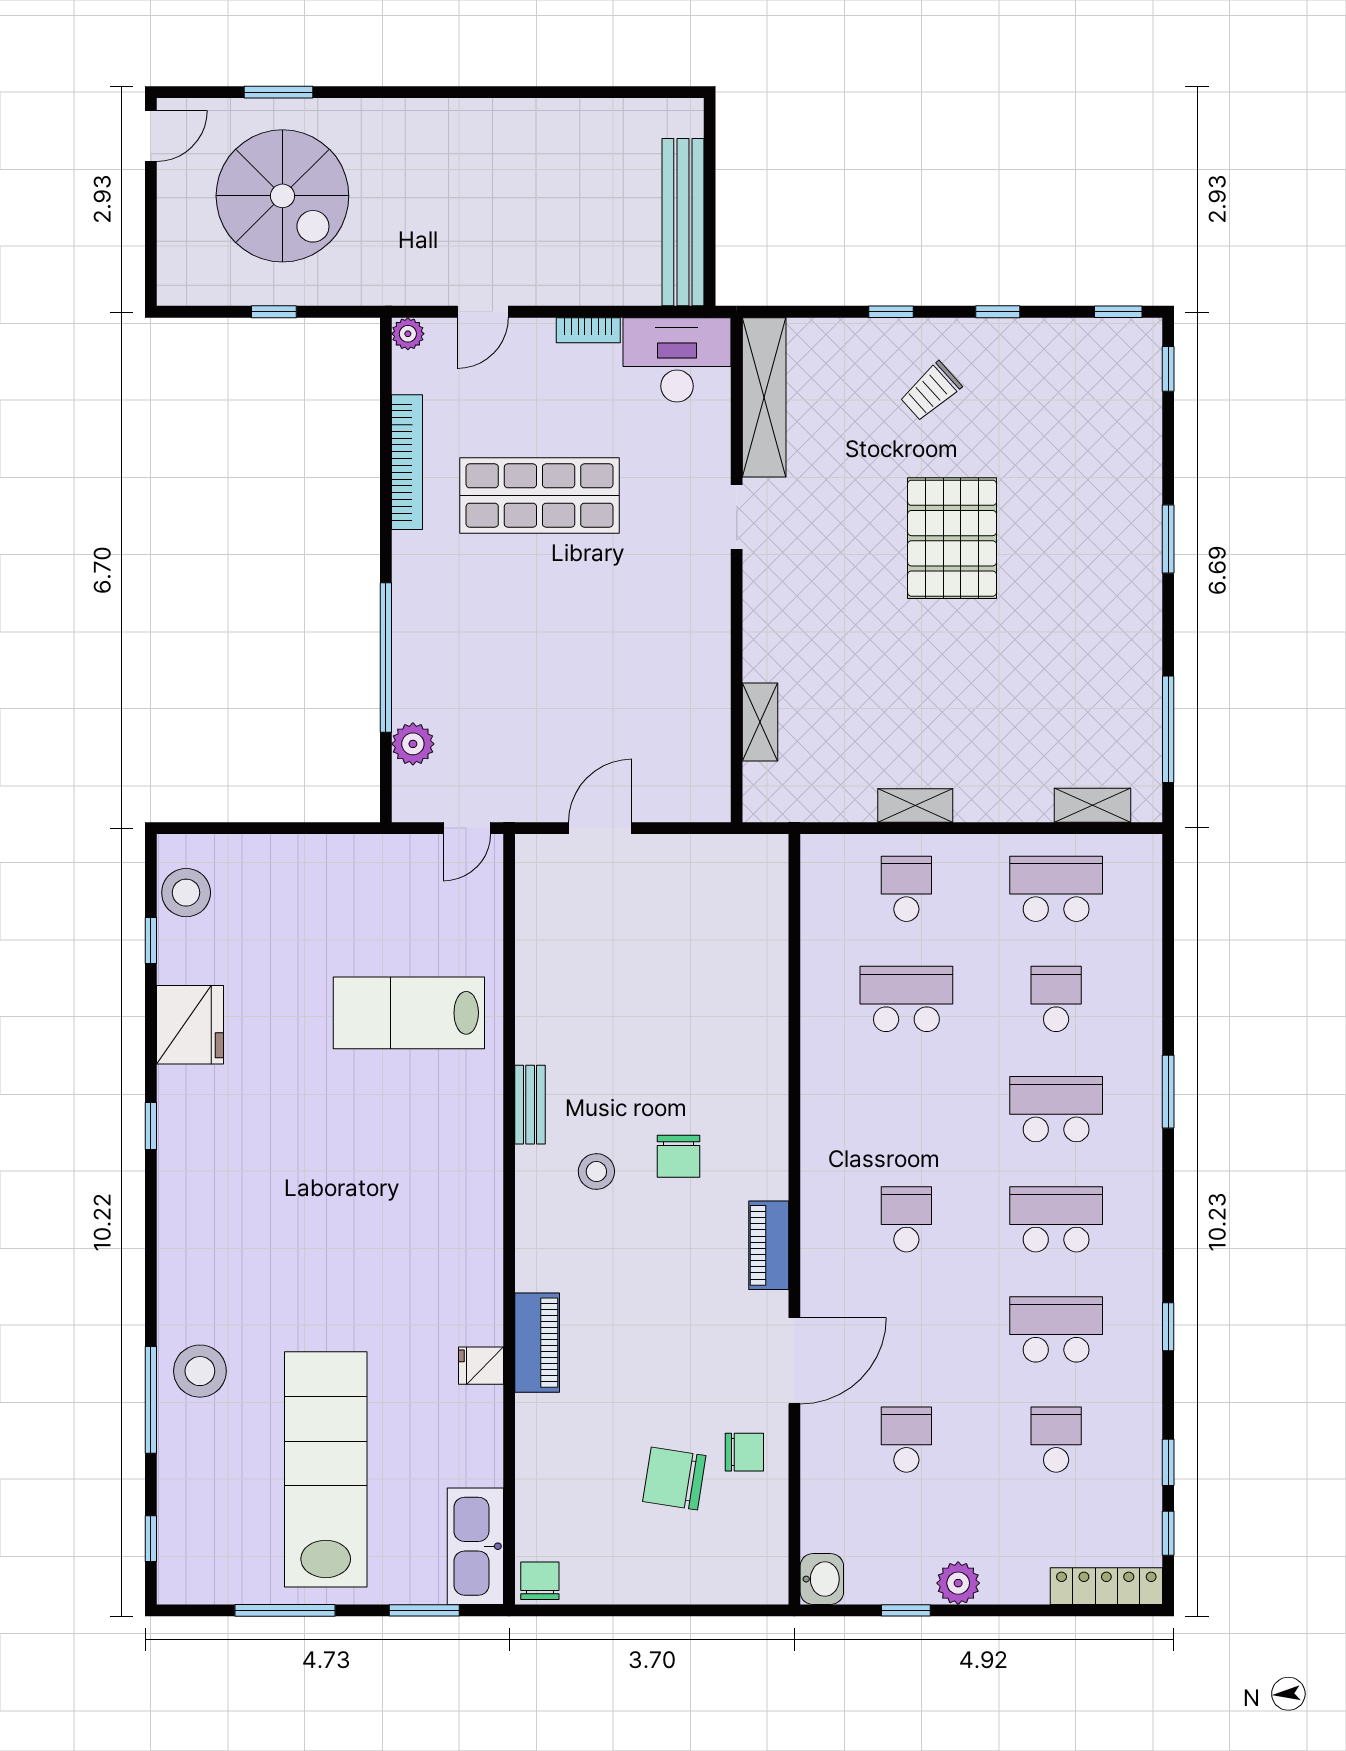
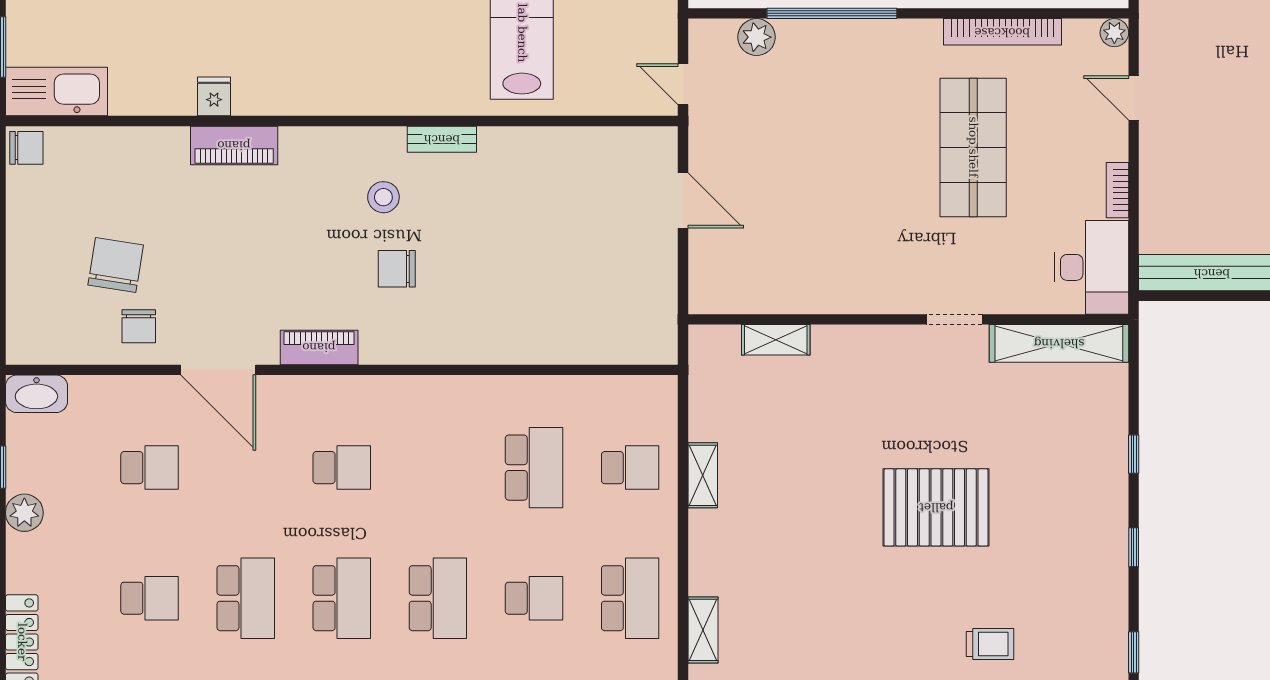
trolley: (931, 391) -> (990, 644), moved, turned 132
washbasin: (822, 1579) -> (36, 394), width x1.38

